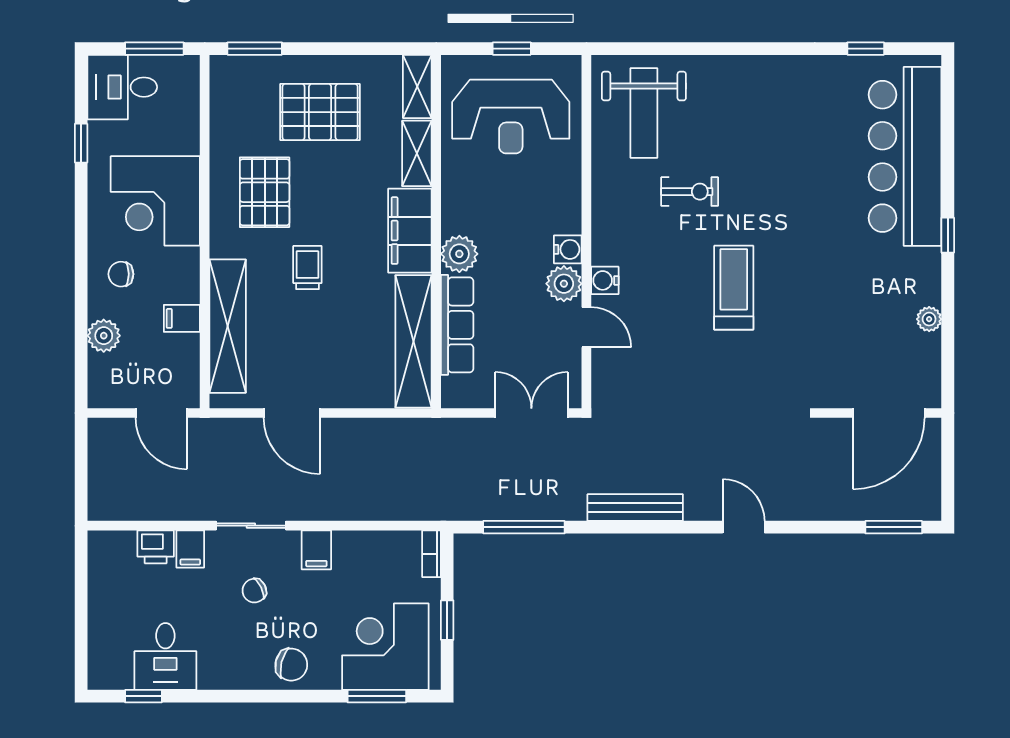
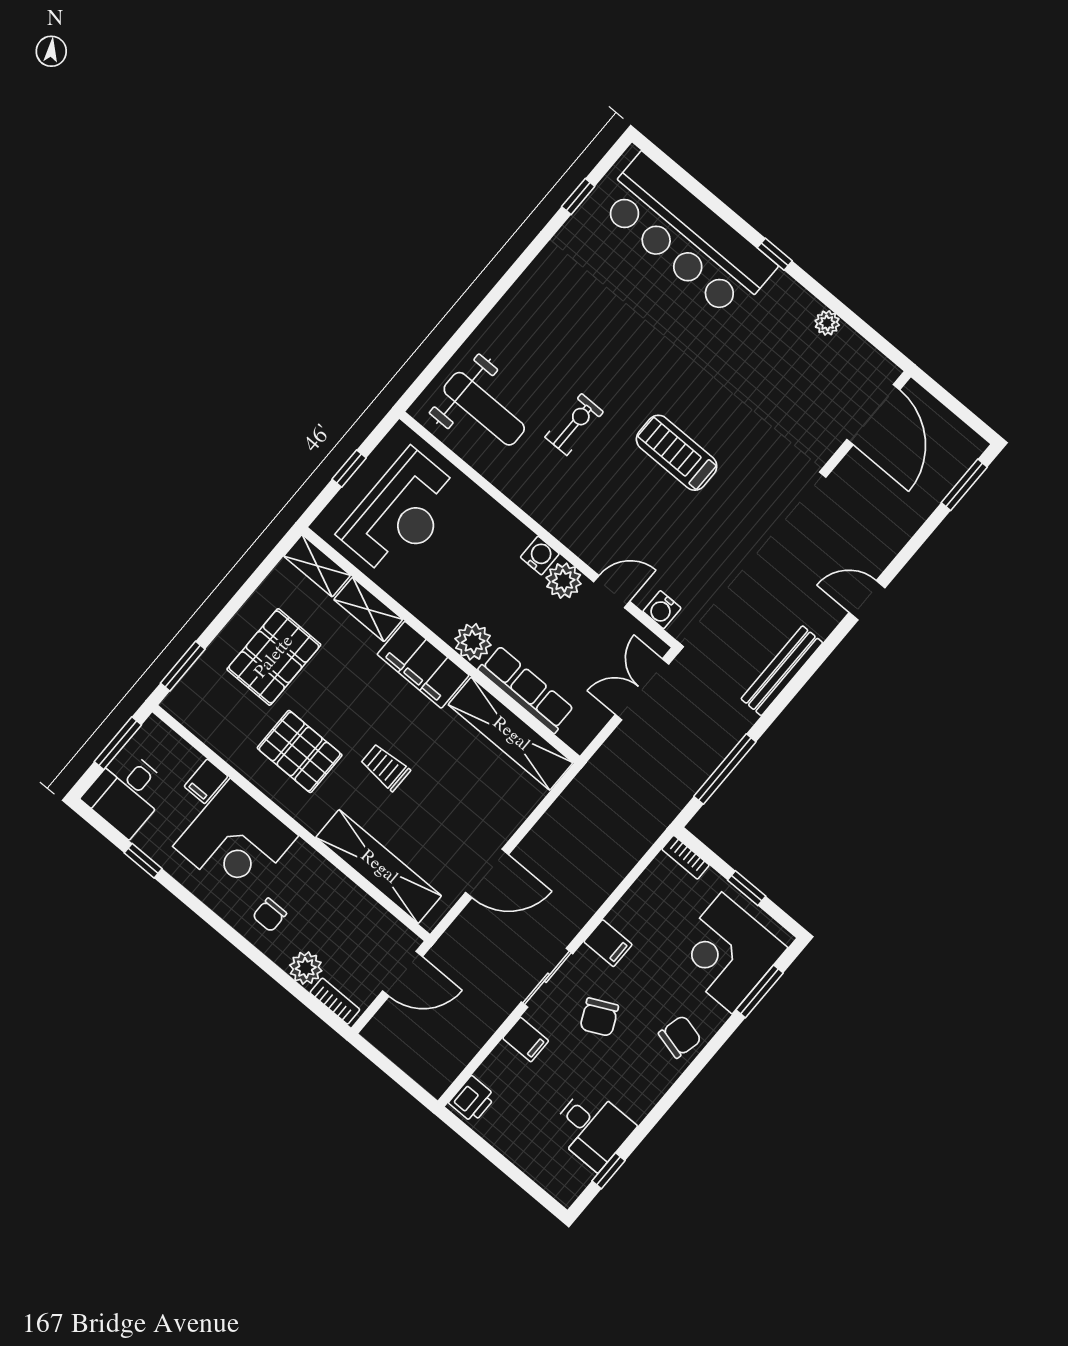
water cooler: (605, 280) -> (662, 610), moved
filing cabinet: (182, 318) -> (206, 781), moved
bookcase: (97, 379) -> (335, 1001), added
printer: (156, 547) -> (472, 1099), moved
chair: (254, 591) -> (599, 1017), width x1.37, depth x1.37

